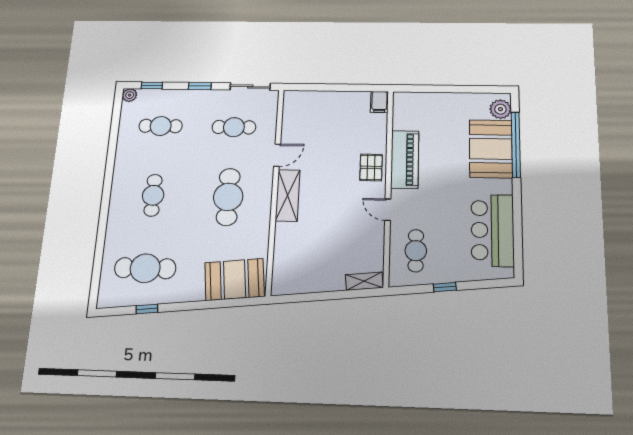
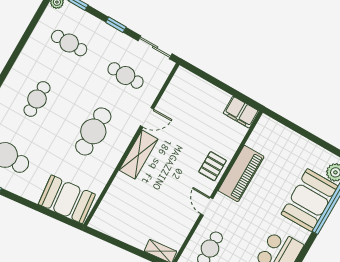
filing cabinet: (379, 102) -> (241, 112), width x2.00

